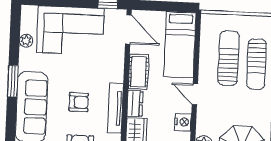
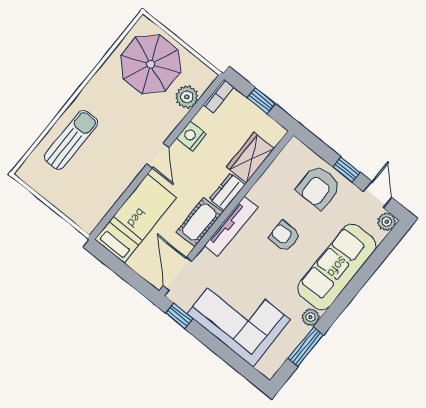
plant: (26, 41) -> (310, 317), moved
sun lounger: (229, 58) -> (95, 167), removed
window: (13, 81) -> (306, 347), moved
tv unit: (116, 108) -> (231, 226), moved

